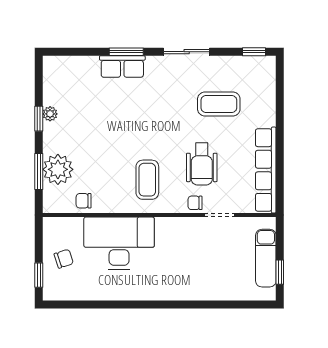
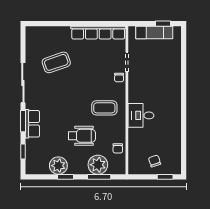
sliding door: (187, 52) -> (23, 83), width x1.37
window: (254, 52) -> (23, 151), moved
coffee table: (219, 104) -> (56, 62), turned 71
plant: (50, 114) -> (58, 166), width x1.88, depth x1.88
wheelchair: (202, 164) -> (82, 136), moved
desk: (119, 243) -> (141, 115), width x0.53, depth x0.77

